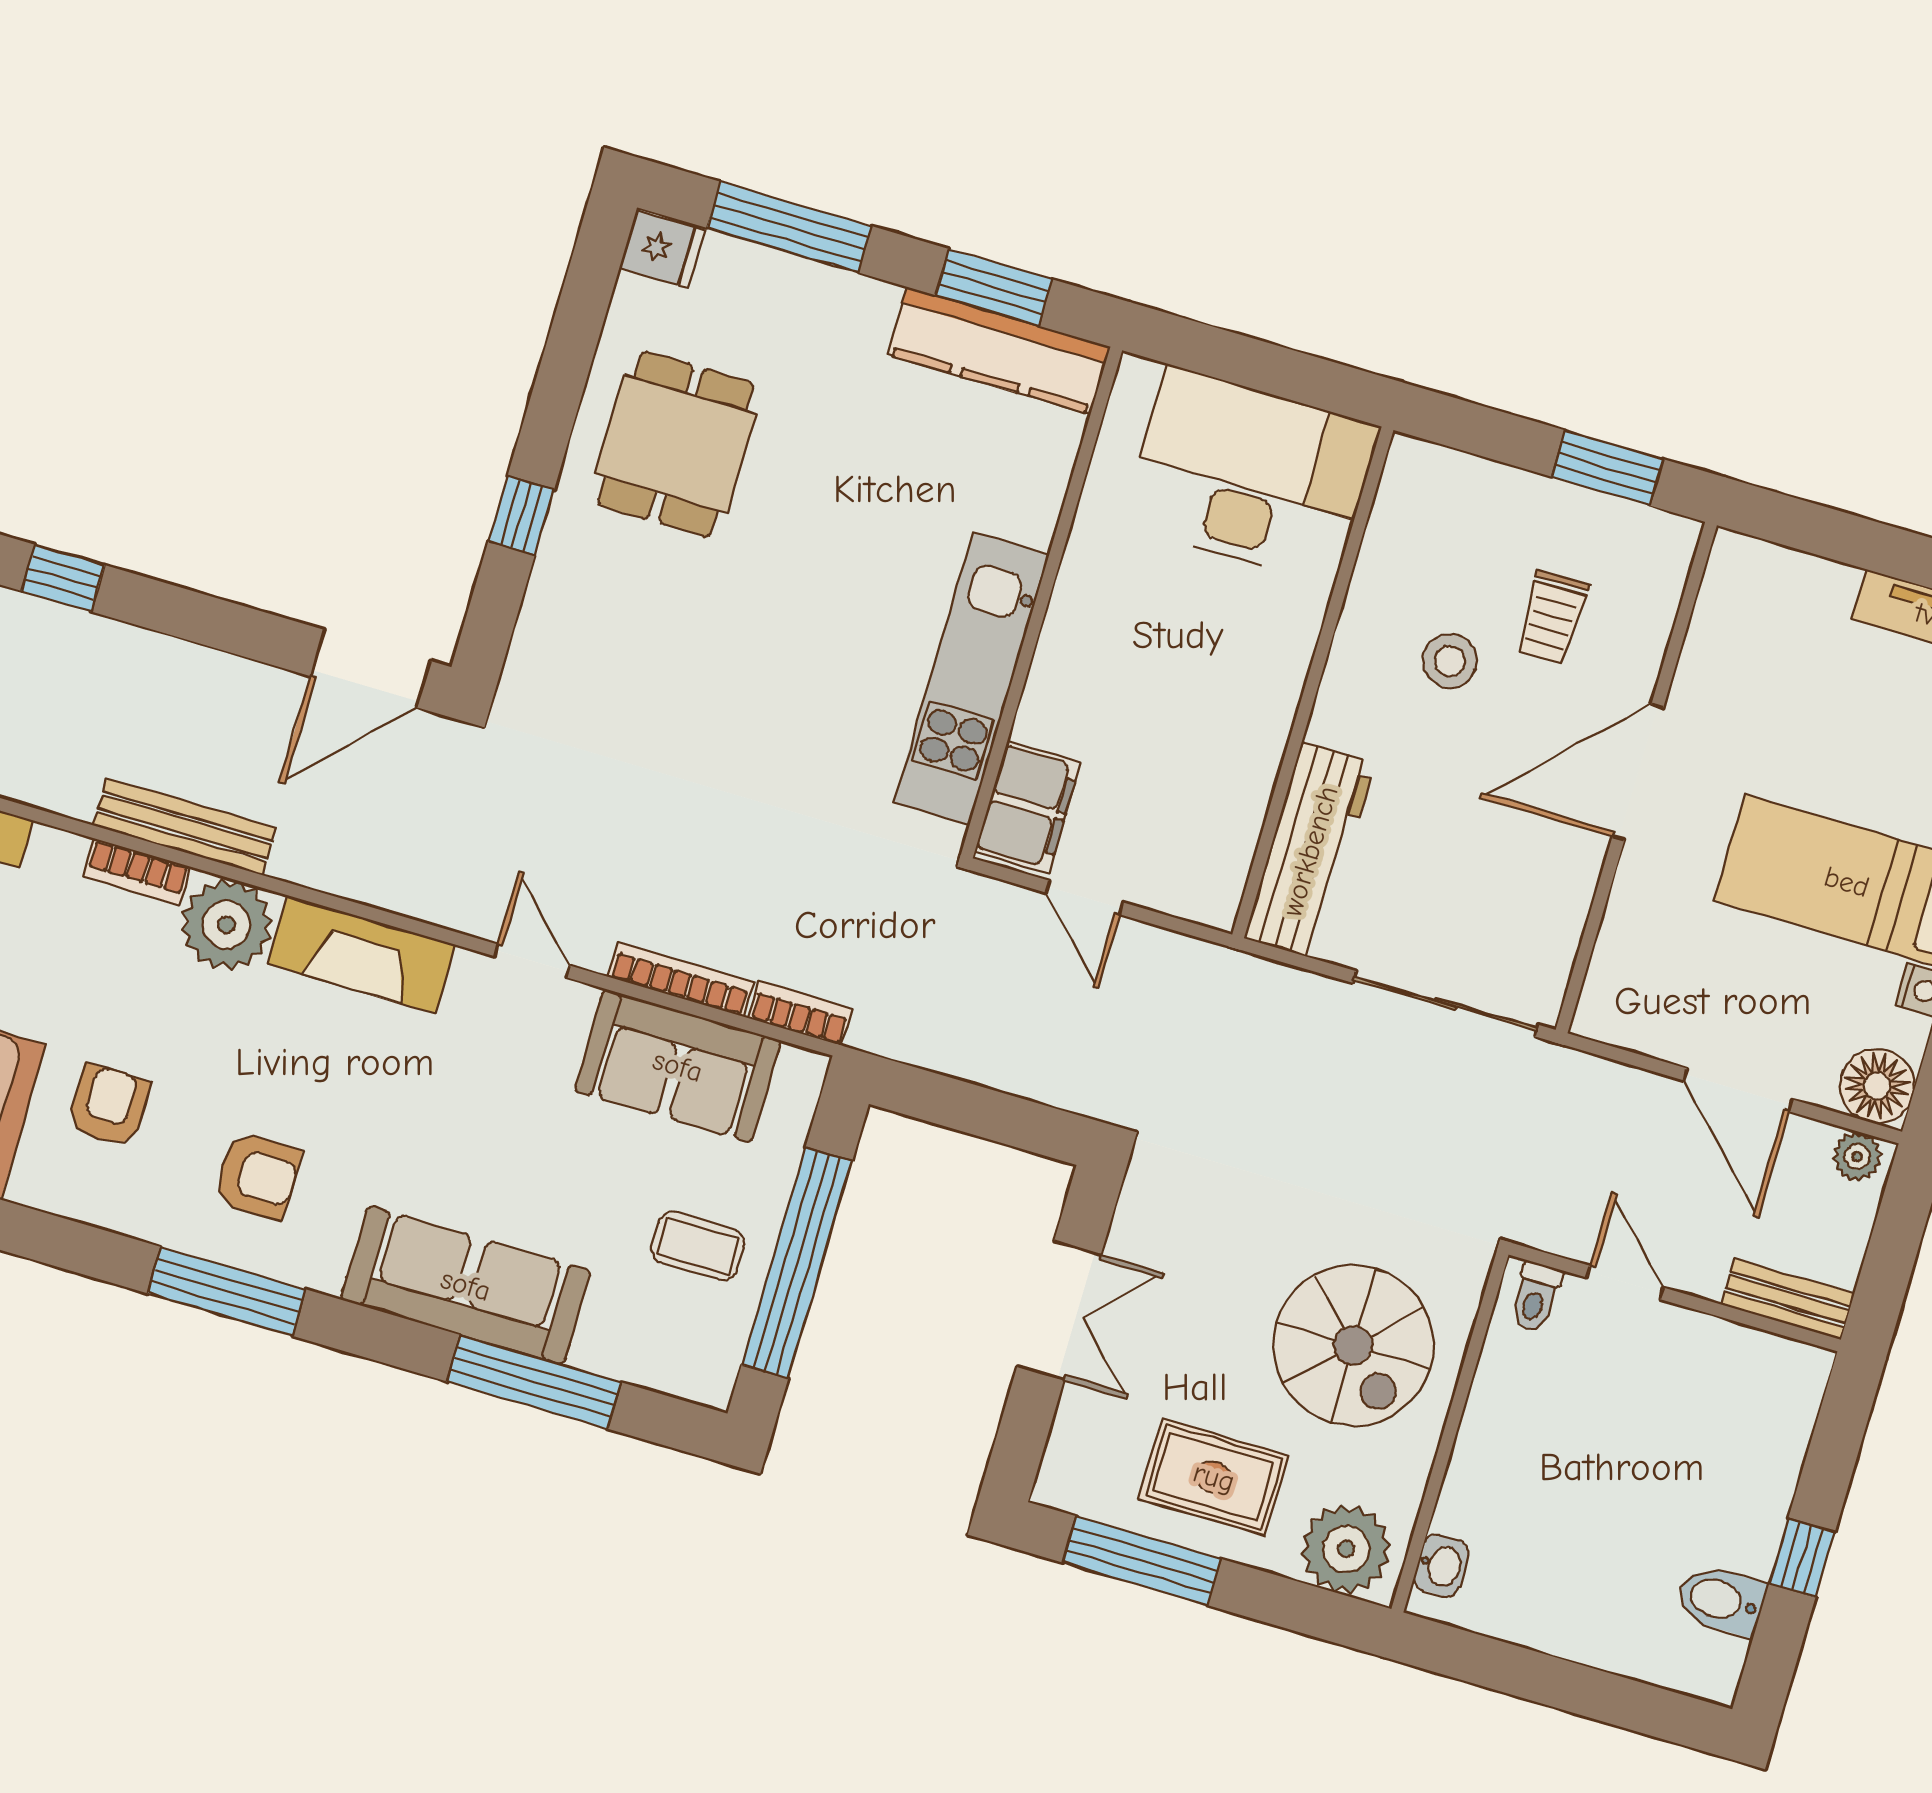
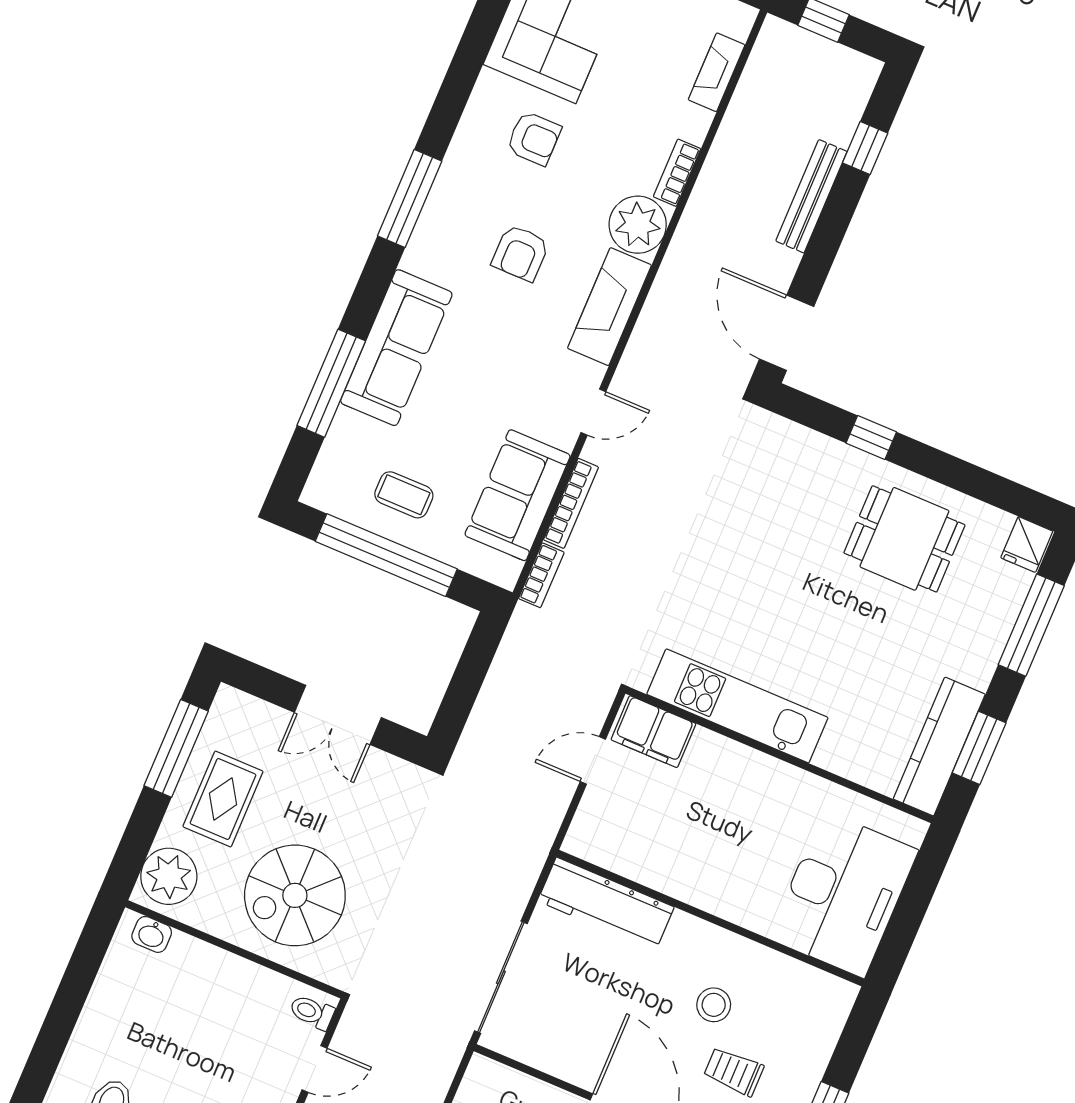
bench: (185, 827) -> (811, 196), moved
armchair: (257, 1176) -> (520, 253), moved
coffee table: (698, 1246) -> (404, 495), turned 90

